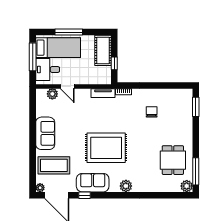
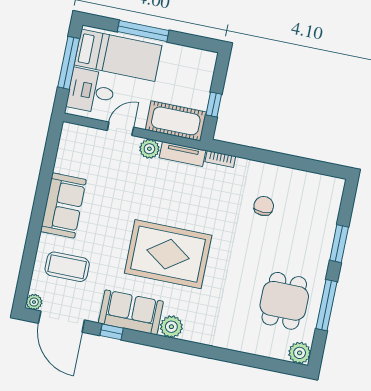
cot: (103, 50) -> (176, 121), moved, turned 90
door: (67, 86) -> (120, 129), swing flipped
plant: (52, 94) -> (149, 149), moved
window: (196, 107) -> (339, 244), moved
coffee table: (54, 165) -> (67, 267), width x0.73, depth x0.76
window: (196, 171) -> (327, 305), moved
plant: (126, 186) -> (171, 327), moved

